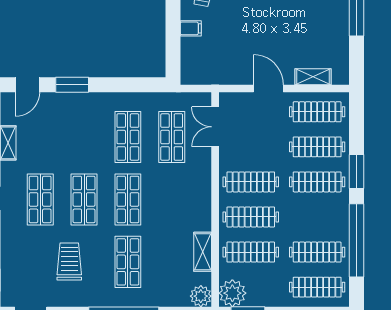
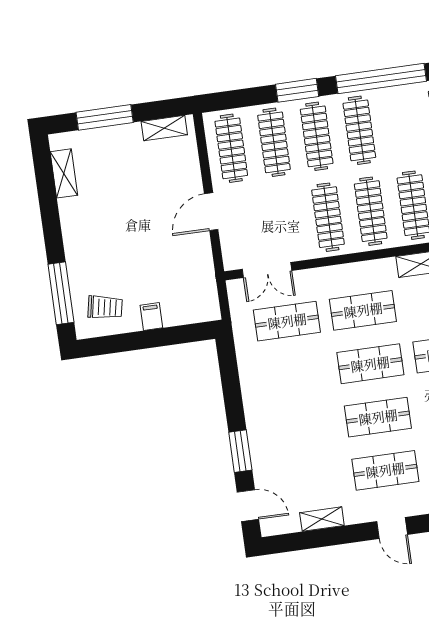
shelving: (313, 77) -> (164, 128), moved, turned 90
shop shelf: (128, 137) -> (363, 310), moved
clothes rail: (317, 252) -> (359, 130), moved

